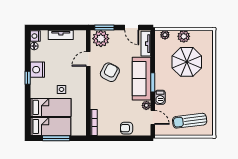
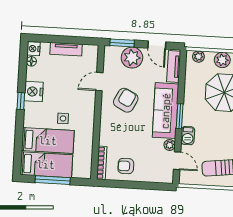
plant: (101, 39) -> (132, 58), moved
armchair: (127, 128) -> (126, 166), moved

